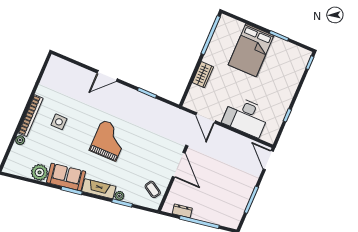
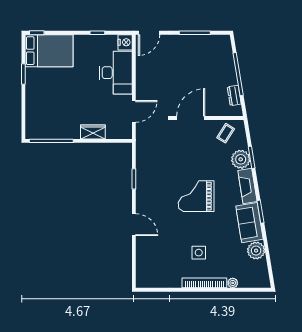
bed: (251, 50) -> (49, 51), moved
nightstand: (269, 136) -> (125, 42), added
plant: (119, 196) -> (241, 159), width x1.88, depth x1.88

